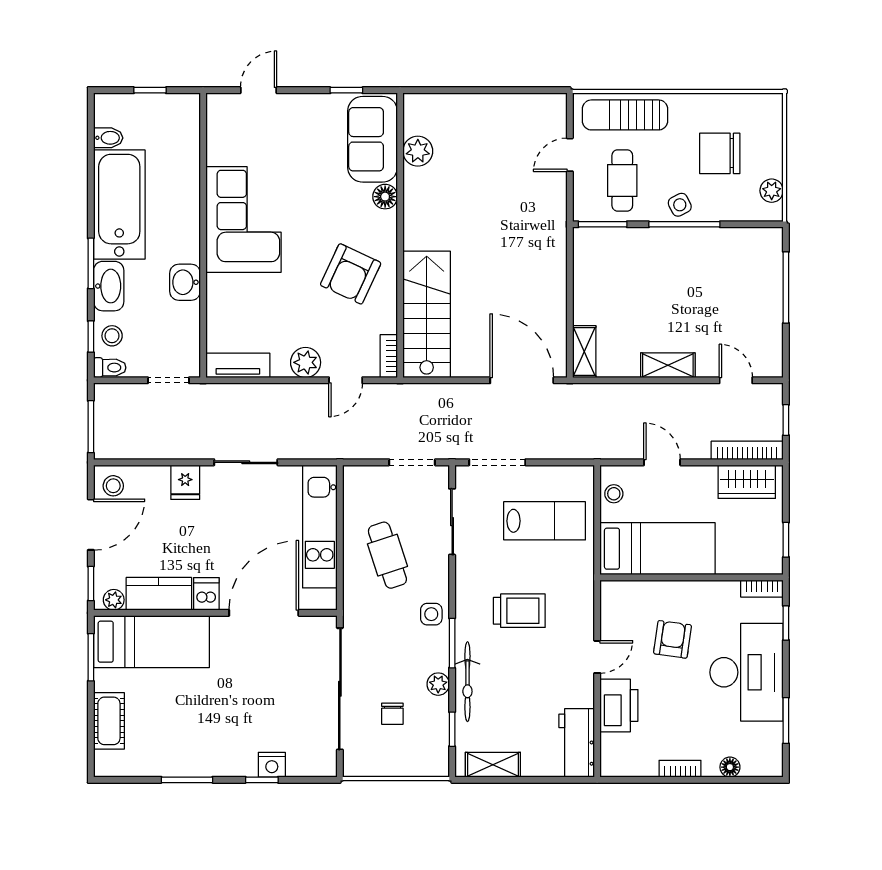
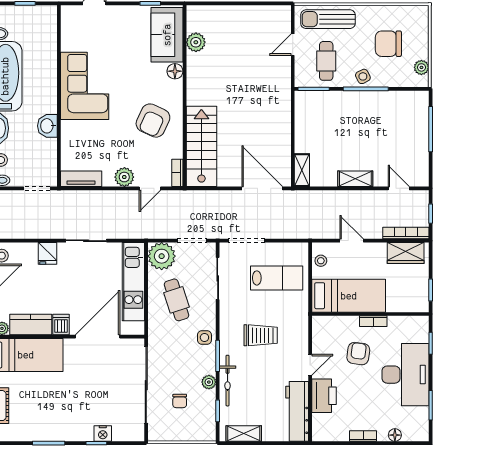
plant: (364, 487) -> (162, 256), added
bookcase: (762, 589) -> (373, 321), moved
workbench: (577, 743) -> (297, 411), width x1.37

